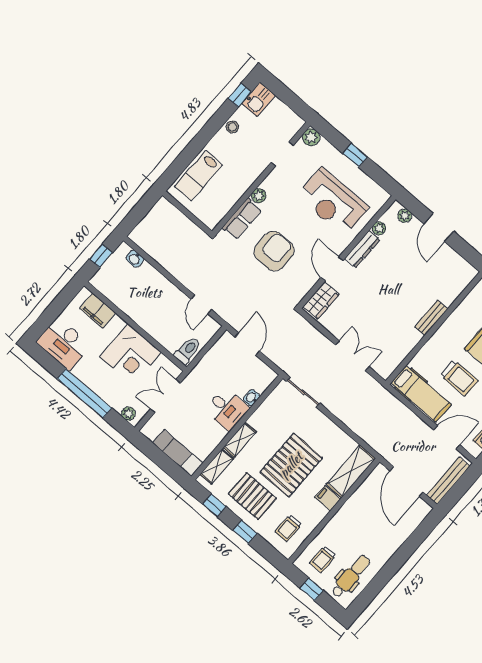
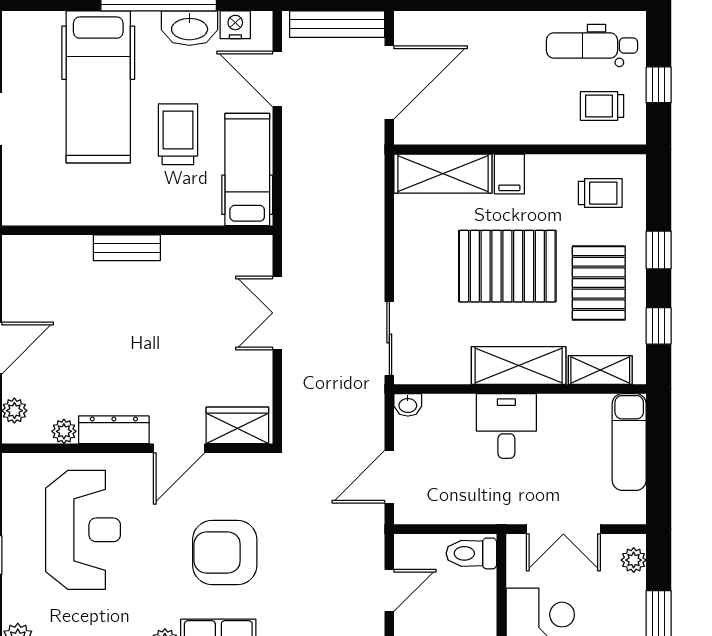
washbasin: (252, 398) -> (408, 405), moved
shelving: (240, 440) -> (519, 365), width x1.50, depth x1.33
trolley: (323, 559) -> (602, 106), turned 180

